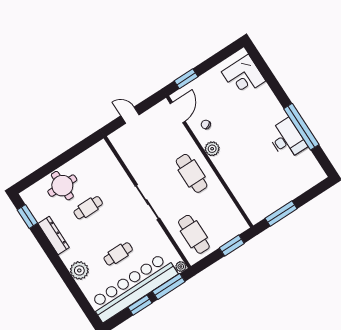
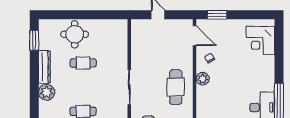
door: (178, 112) -> (195, 36), hinge flipped
plant: (79, 270) -> (47, 92), moved

